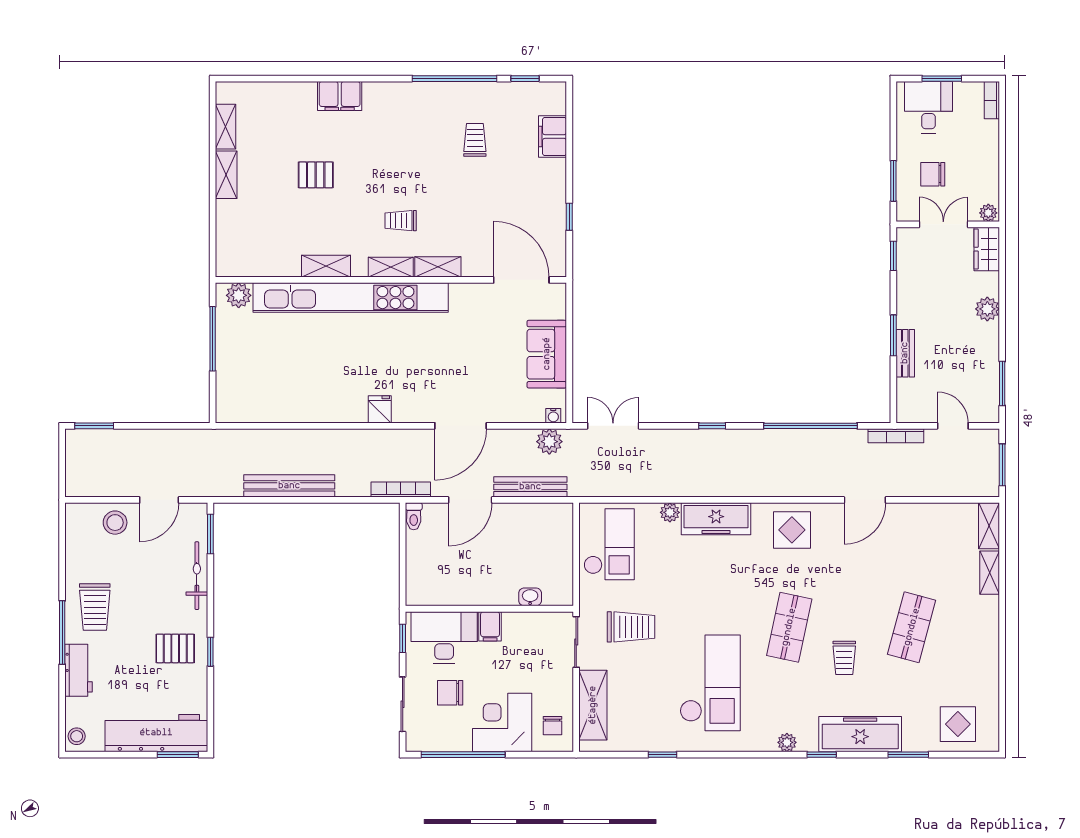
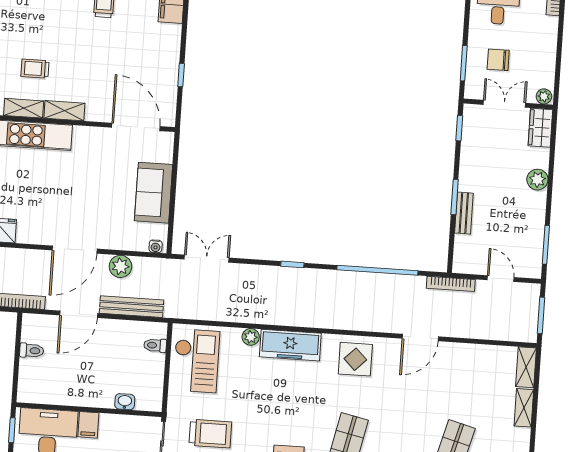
plant: (549, 442) -> (120, 266), moved
toilet: (414, 516) -> (32, 351), moved, turned -90
toilet: (561, 530) -> (155, 345), added

